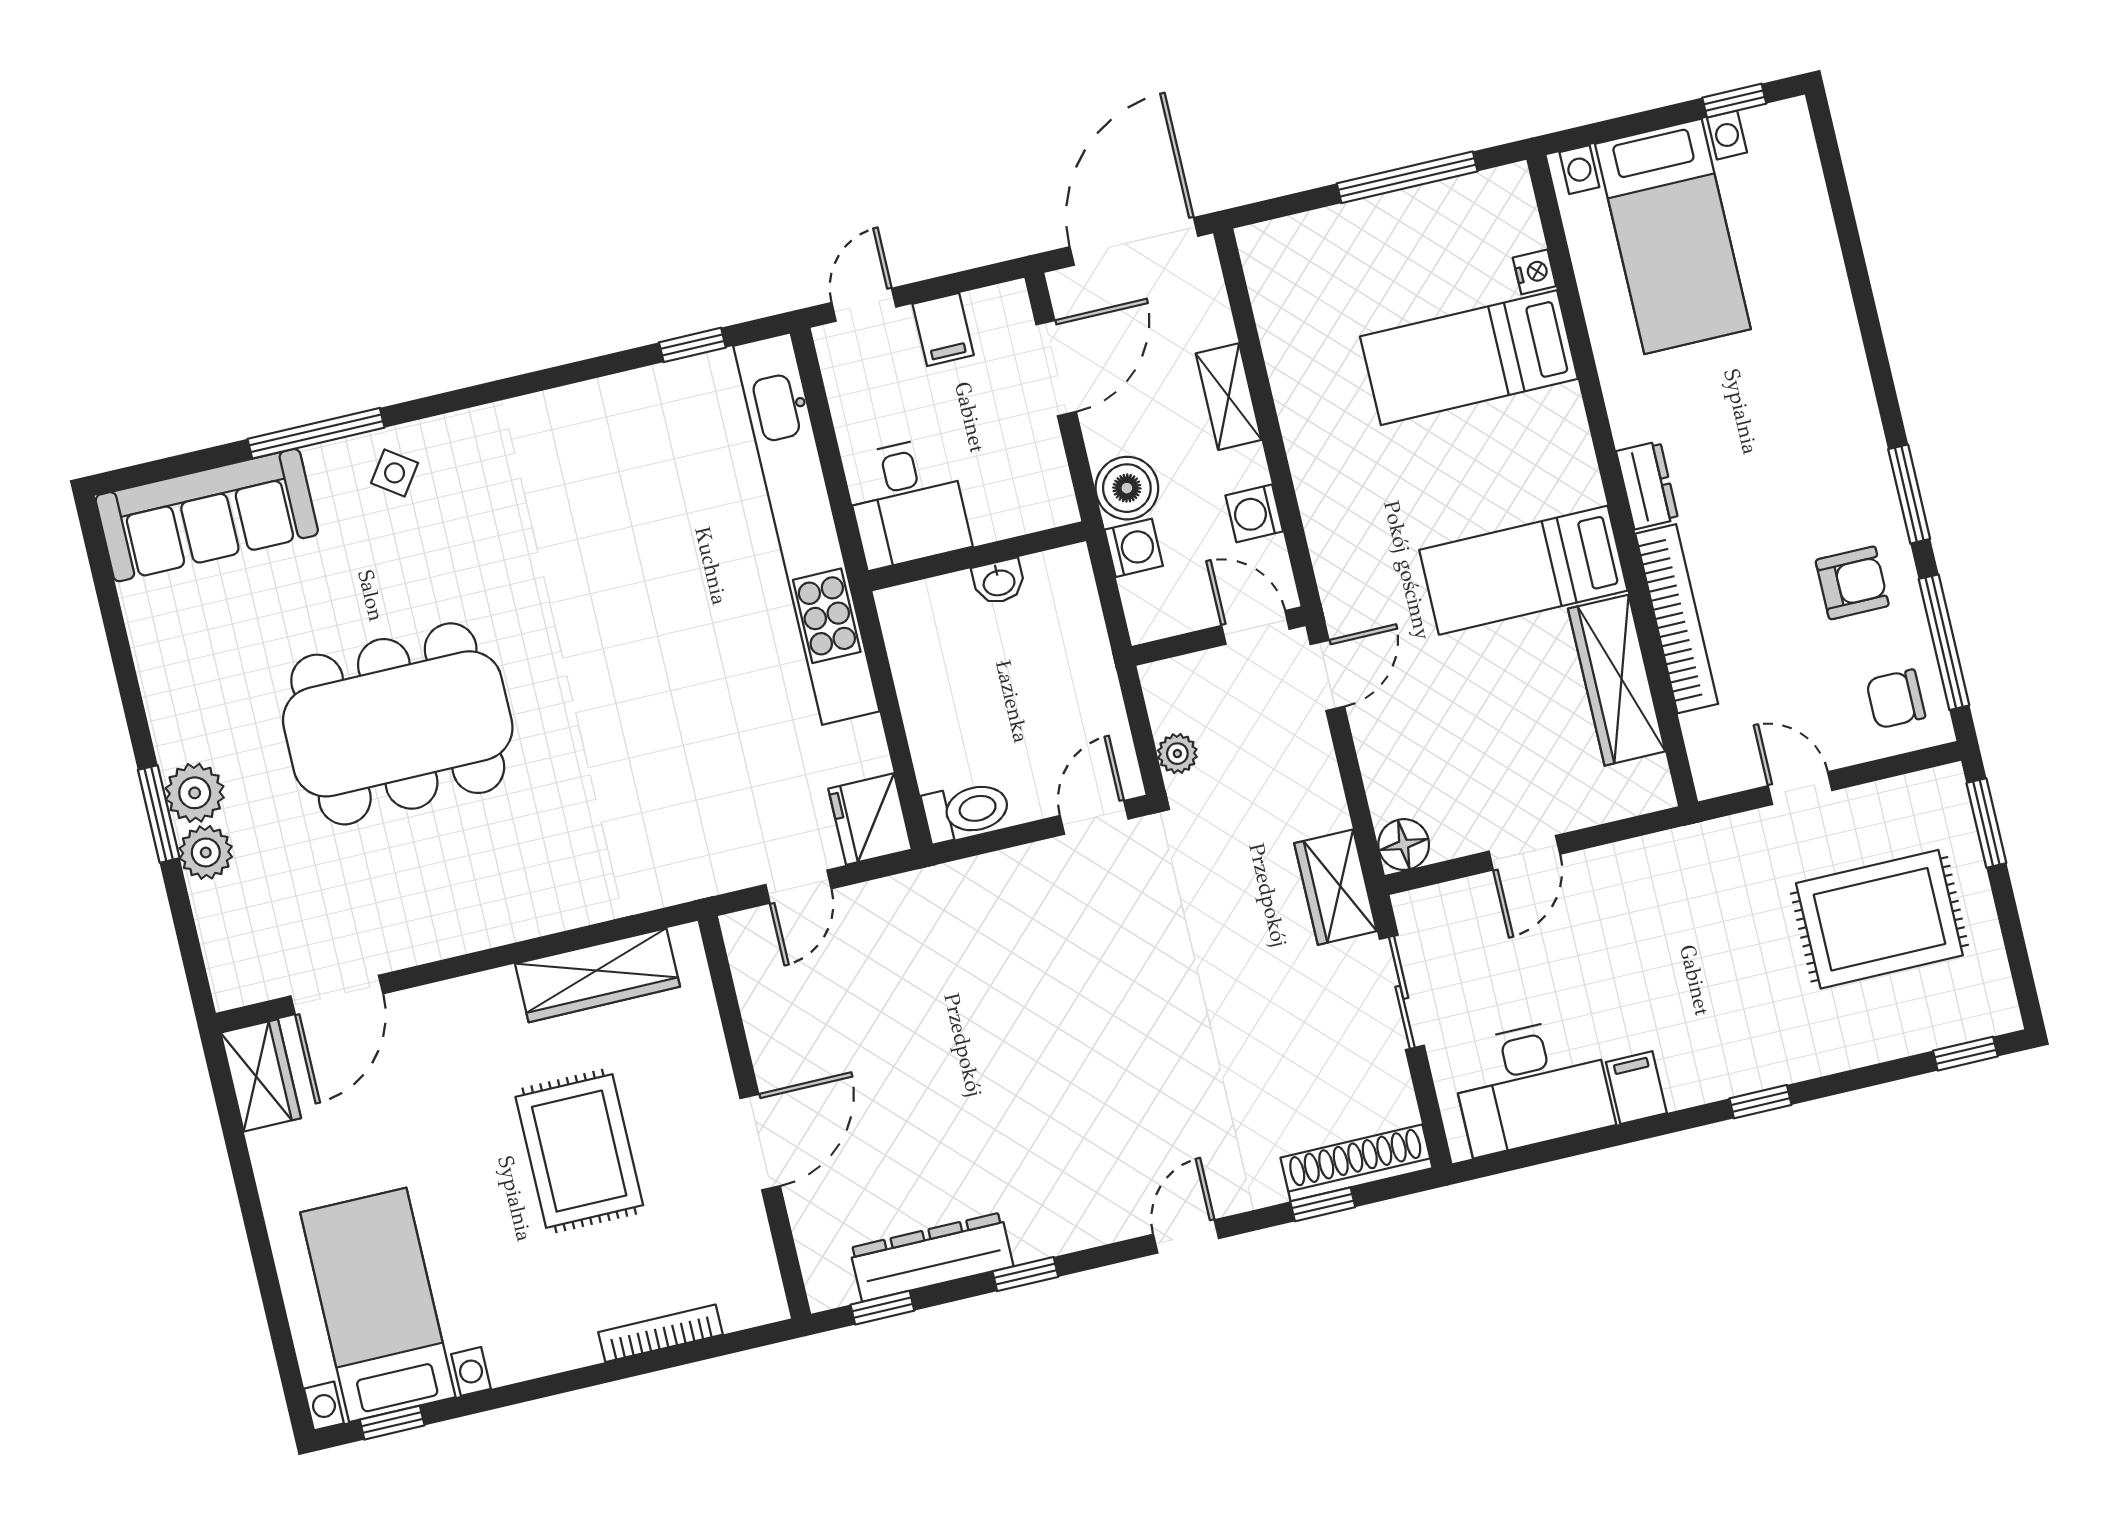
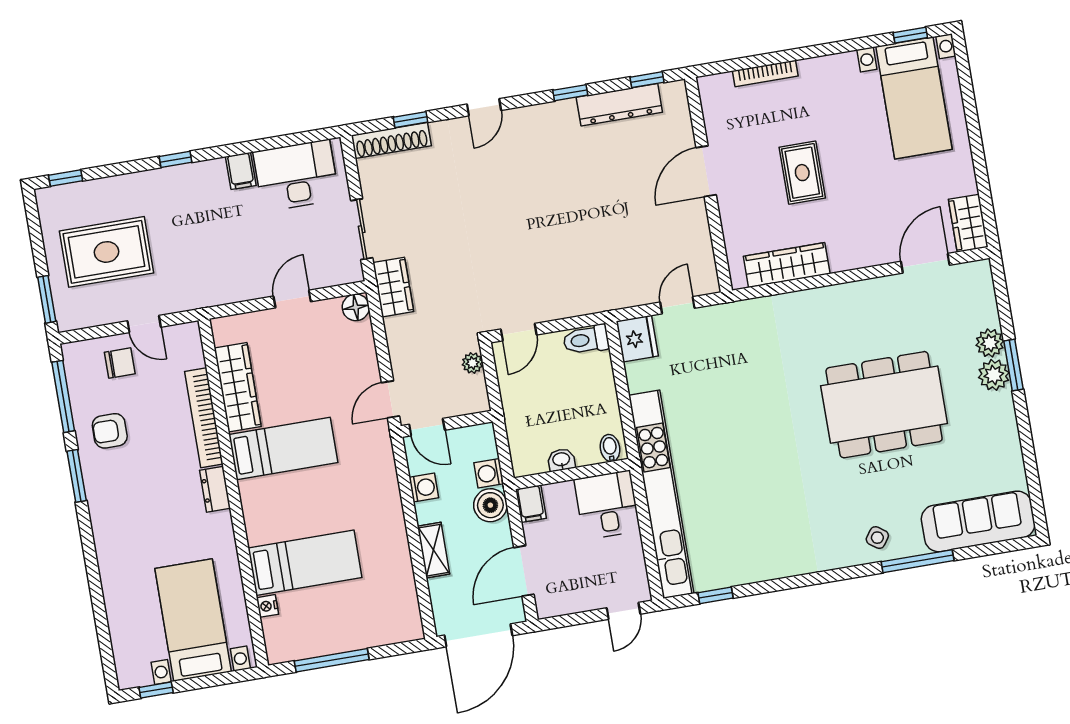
filing cabinet: (943, 330) -> (531, 504), moved, turned 180
bidet: (908, 610) -> (610, 448), added
chair: (1896, 699) -> (120, 363), moved
rug: (579, 1151) -> (802, 173), width x0.73, depth x0.70

